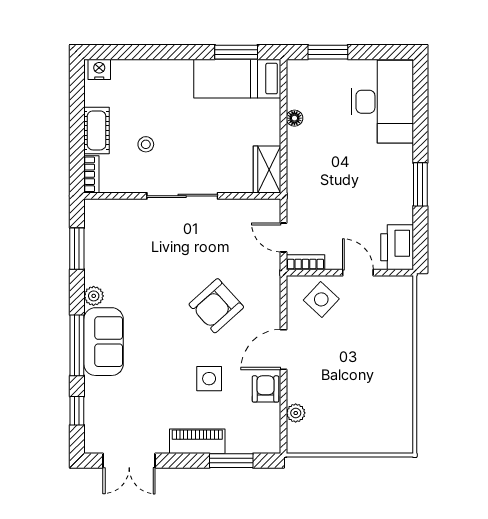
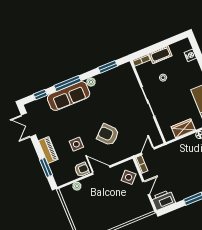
nightstand: (99, 69) -> (190, 55), moved
wardrobe: (267, 169) -> (183, 128), moved
sofa: (104, 342) -> (69, 96), width x1.36

